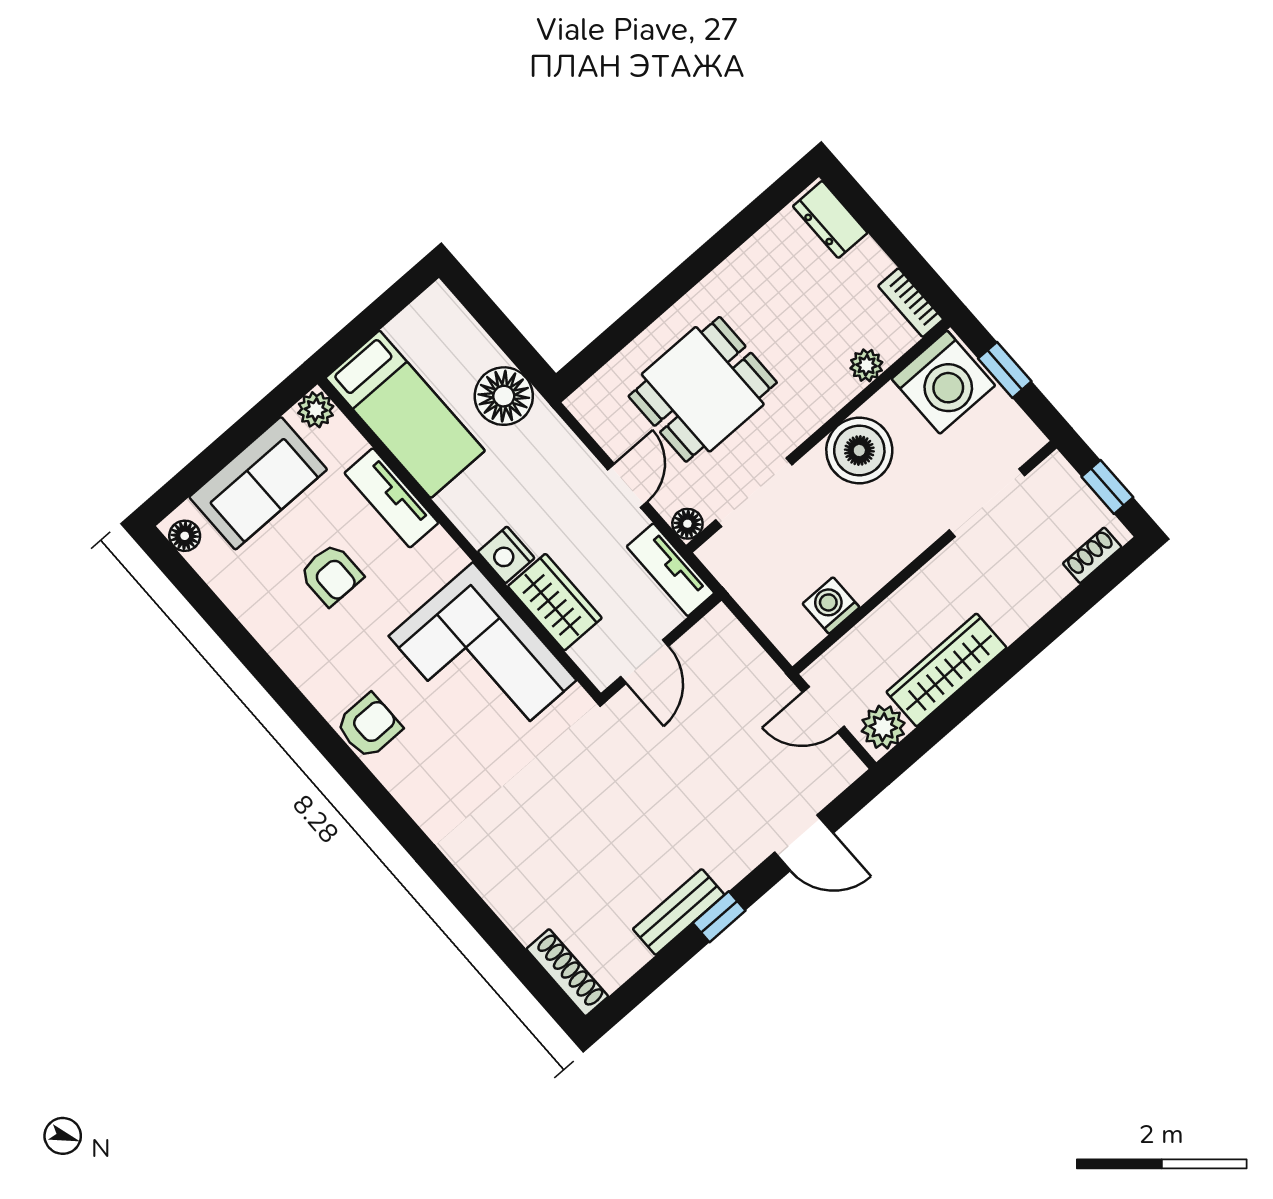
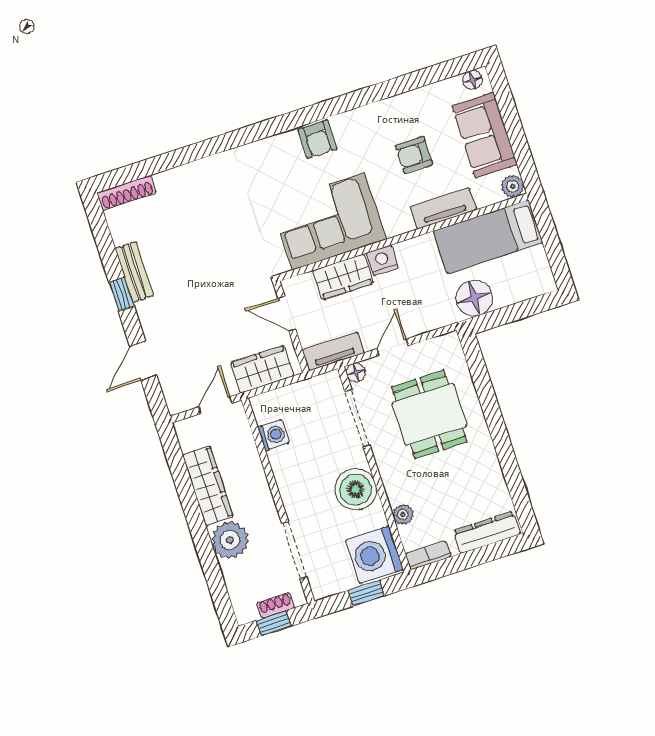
dresser: (830, 219) -> (487, 532), width x1.44
door: (627, 486) -> (392, 347), swing flipped
shoe rack: (1092, 555) -> (276, 605), moved, turned -90
wardrobe: (741, 663) -> (262, 369), added
plant: (883, 727) -> (230, 540), moved, width x1.36, depth x1.36

